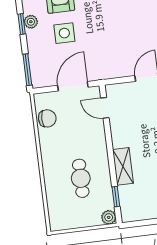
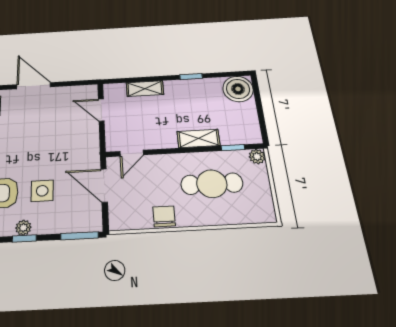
chair: (47, 118) -> (164, 216), moved
cafe table: (81, 178) -> (212, 184), width x1.37, depth x1.35

